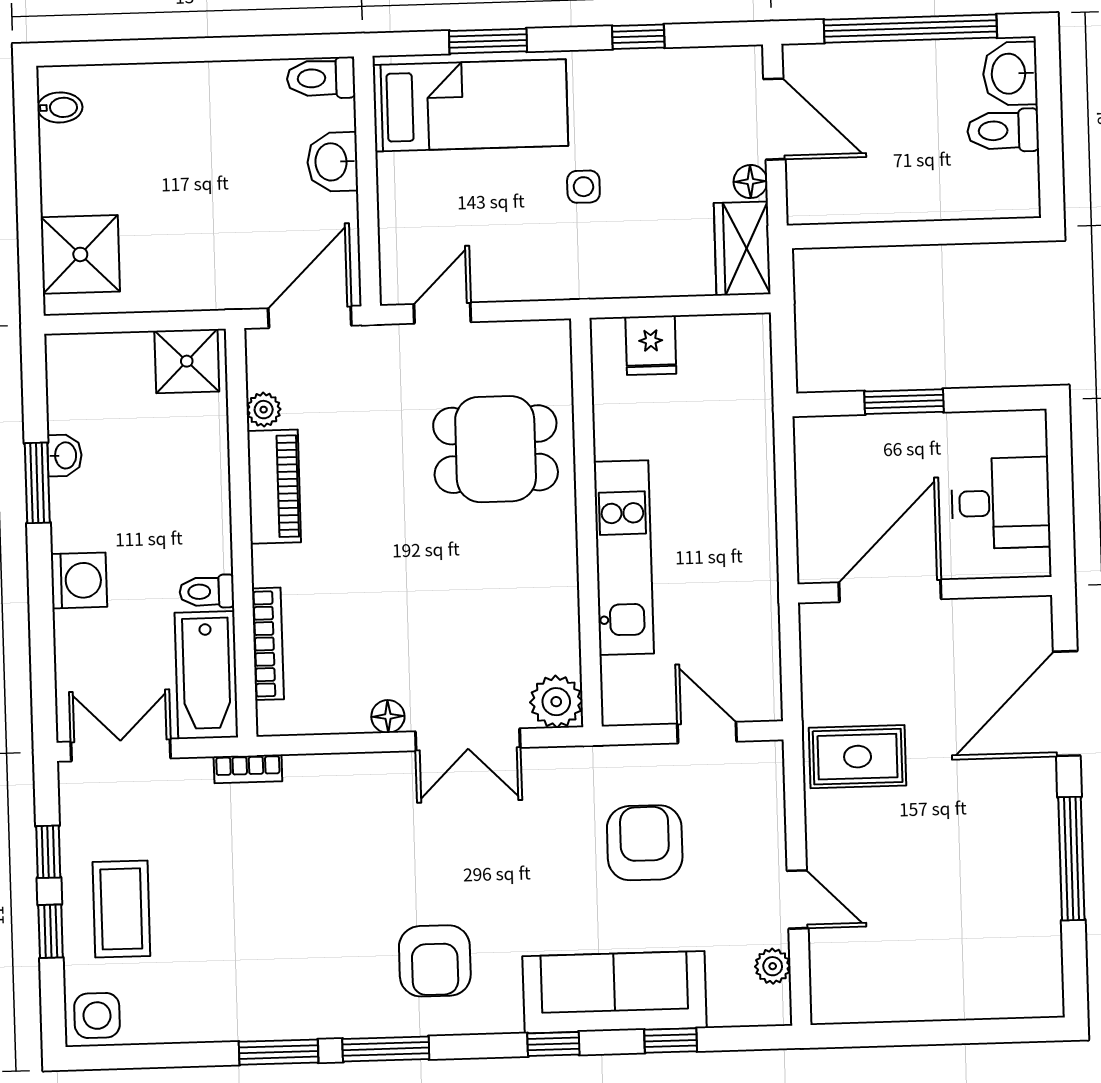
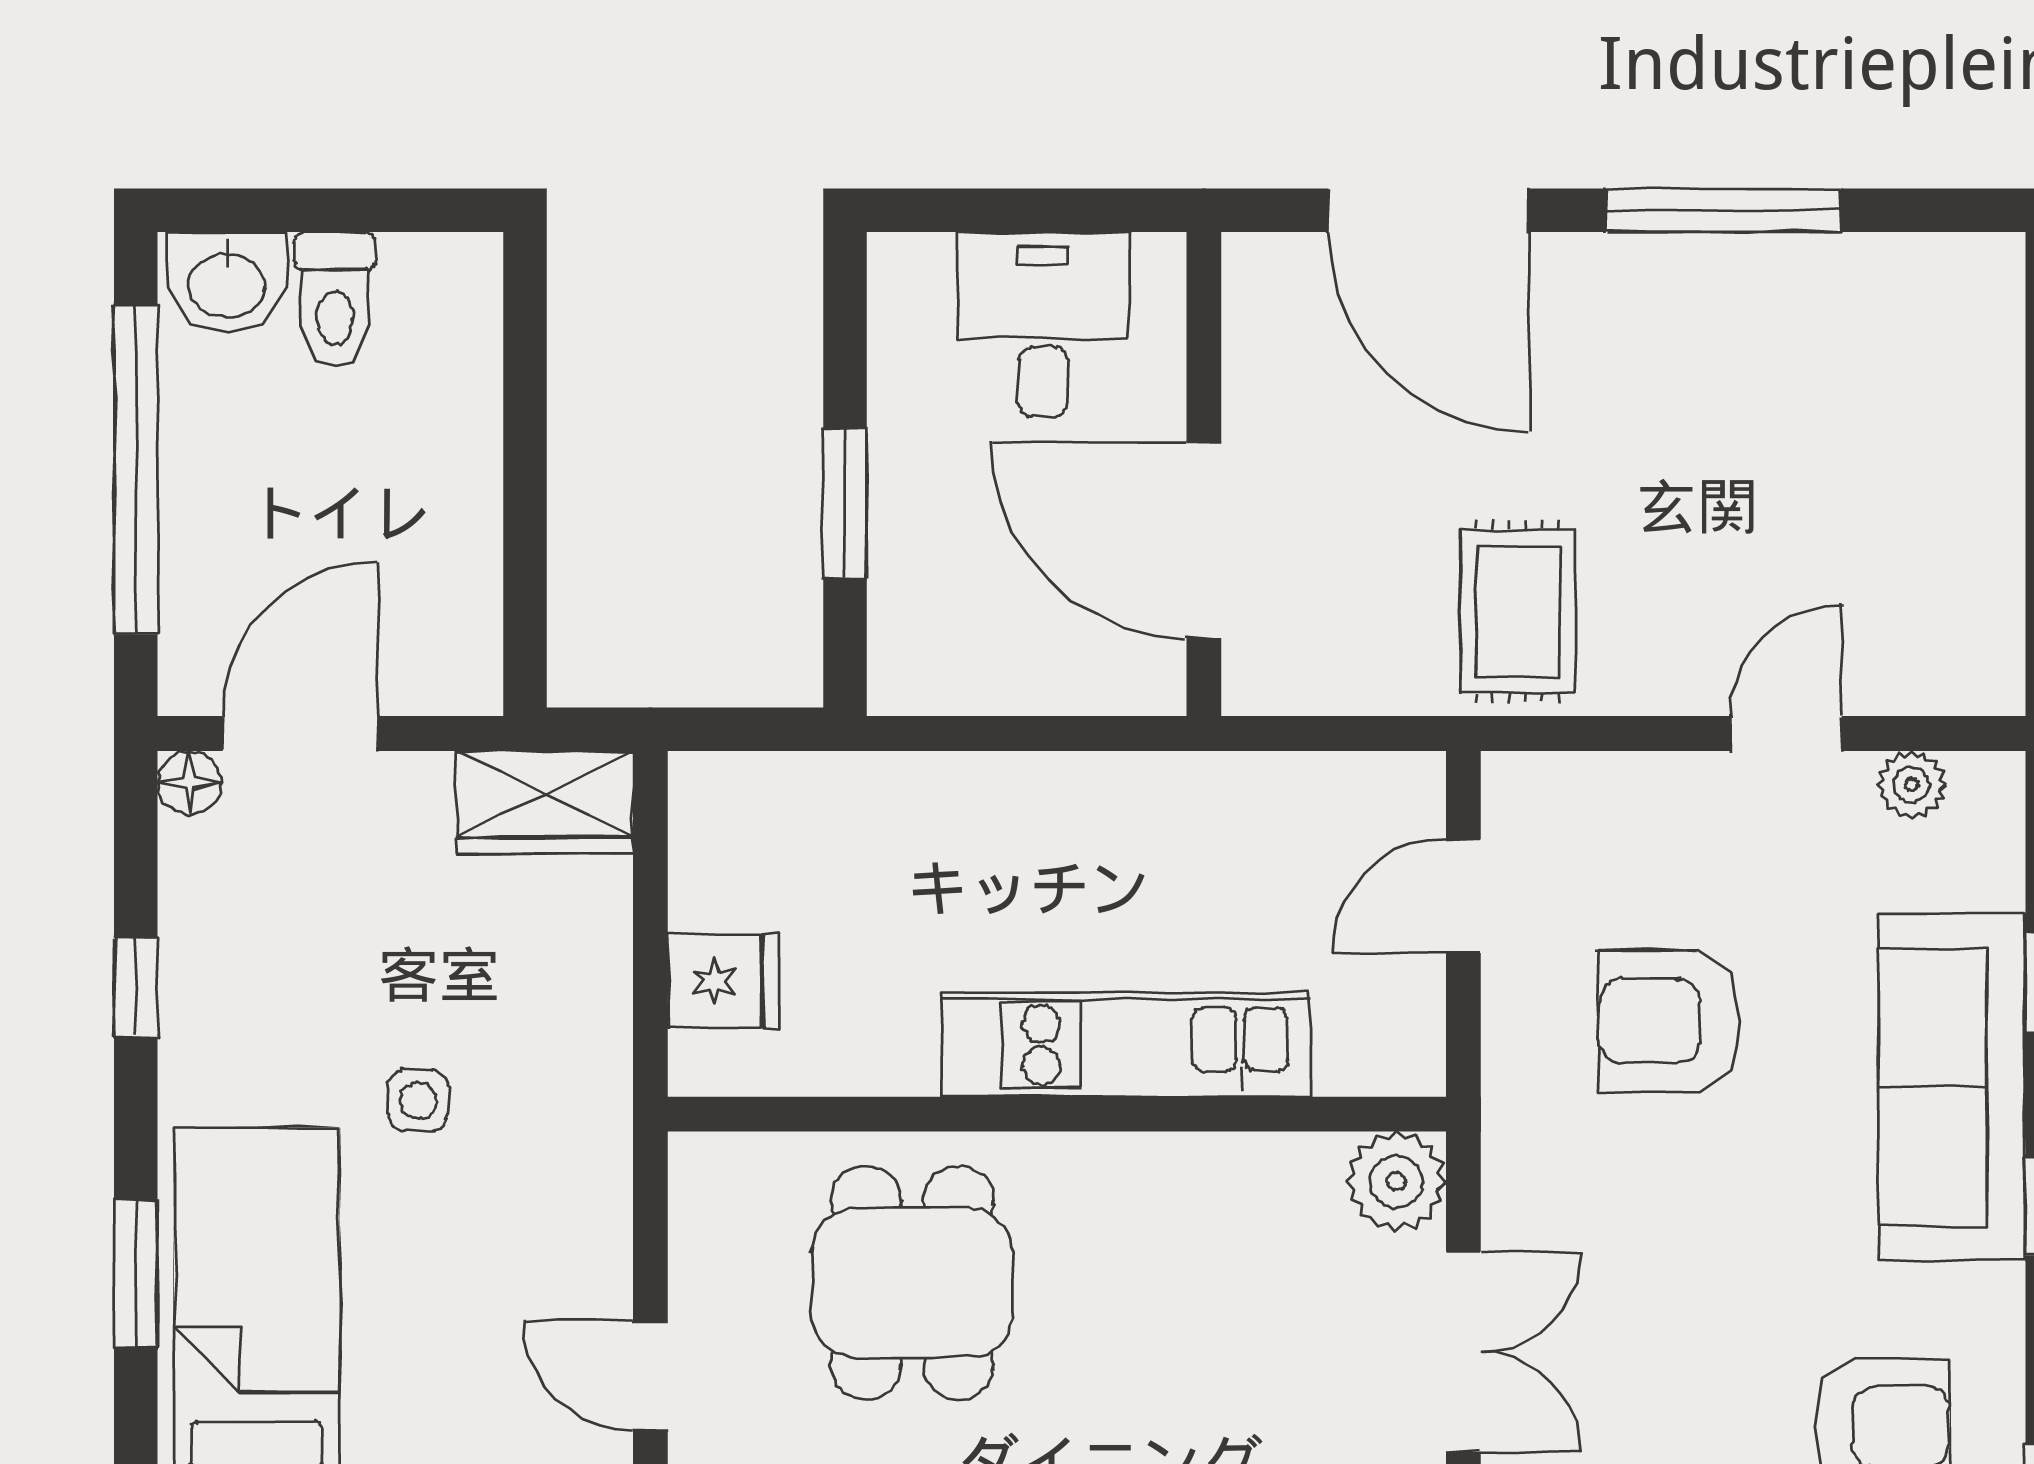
floor lamp: (750, 182) -> (189, 783), moved

